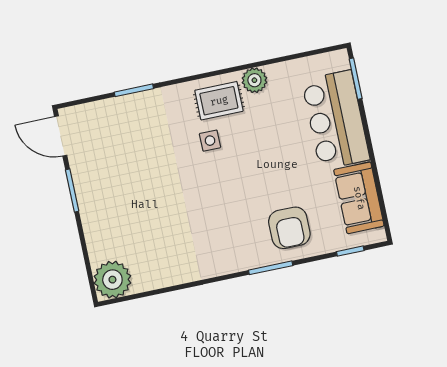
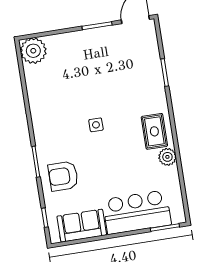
side table: (210, 141) -> (96, 125), moved

